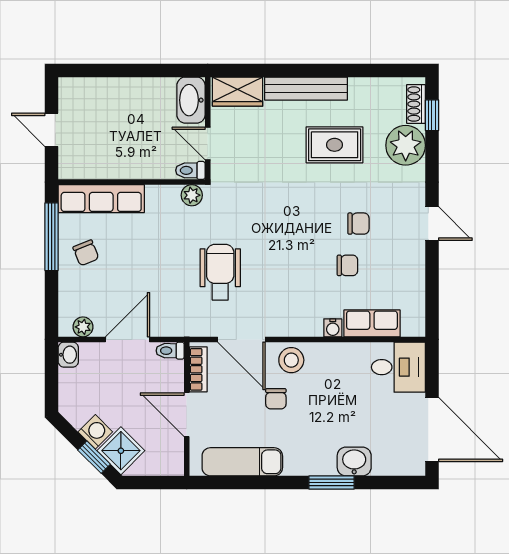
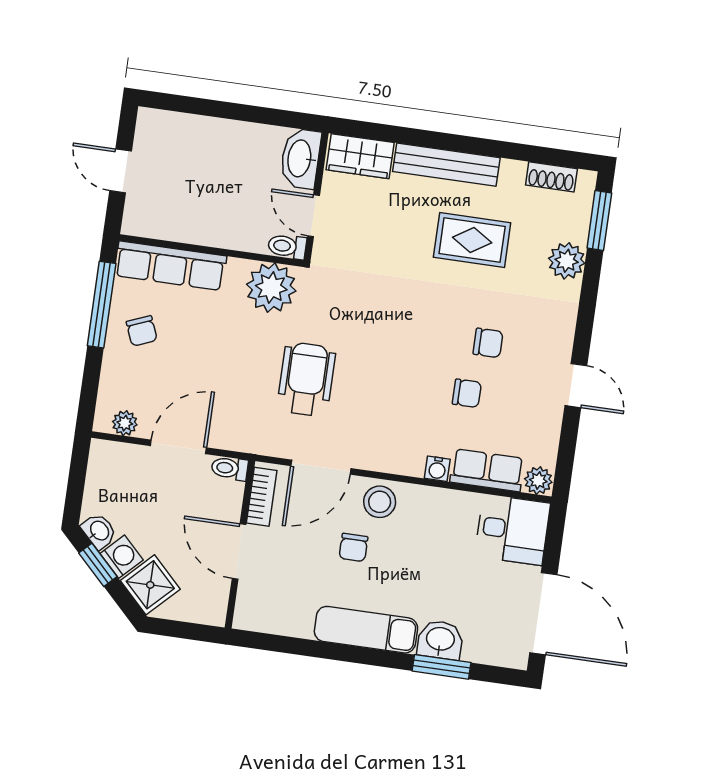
shoe rack: (416, 104) -> (551, 177), moved, turned -90
window: (432, 115) -> (599, 221), width x1.50
plant: (406, 145) -> (567, 261), width x0.73, depth x0.73
plant: (192, 195) -> (271, 288), width x1.87, depth x1.87
door: (432, 224) -> (576, 386), moved
plant: (413, 326) -> (538, 481), added
door: (241, 339) -> (321, 467), hinge flipped
washbasin: (68, 355) -> (99, 531), moved, turned -45
window: (94, 457) -> (98, 565), moved
exam couch: (242, 462) -> (366, 630), moved
window: (332, 482) -> (442, 667), moved

